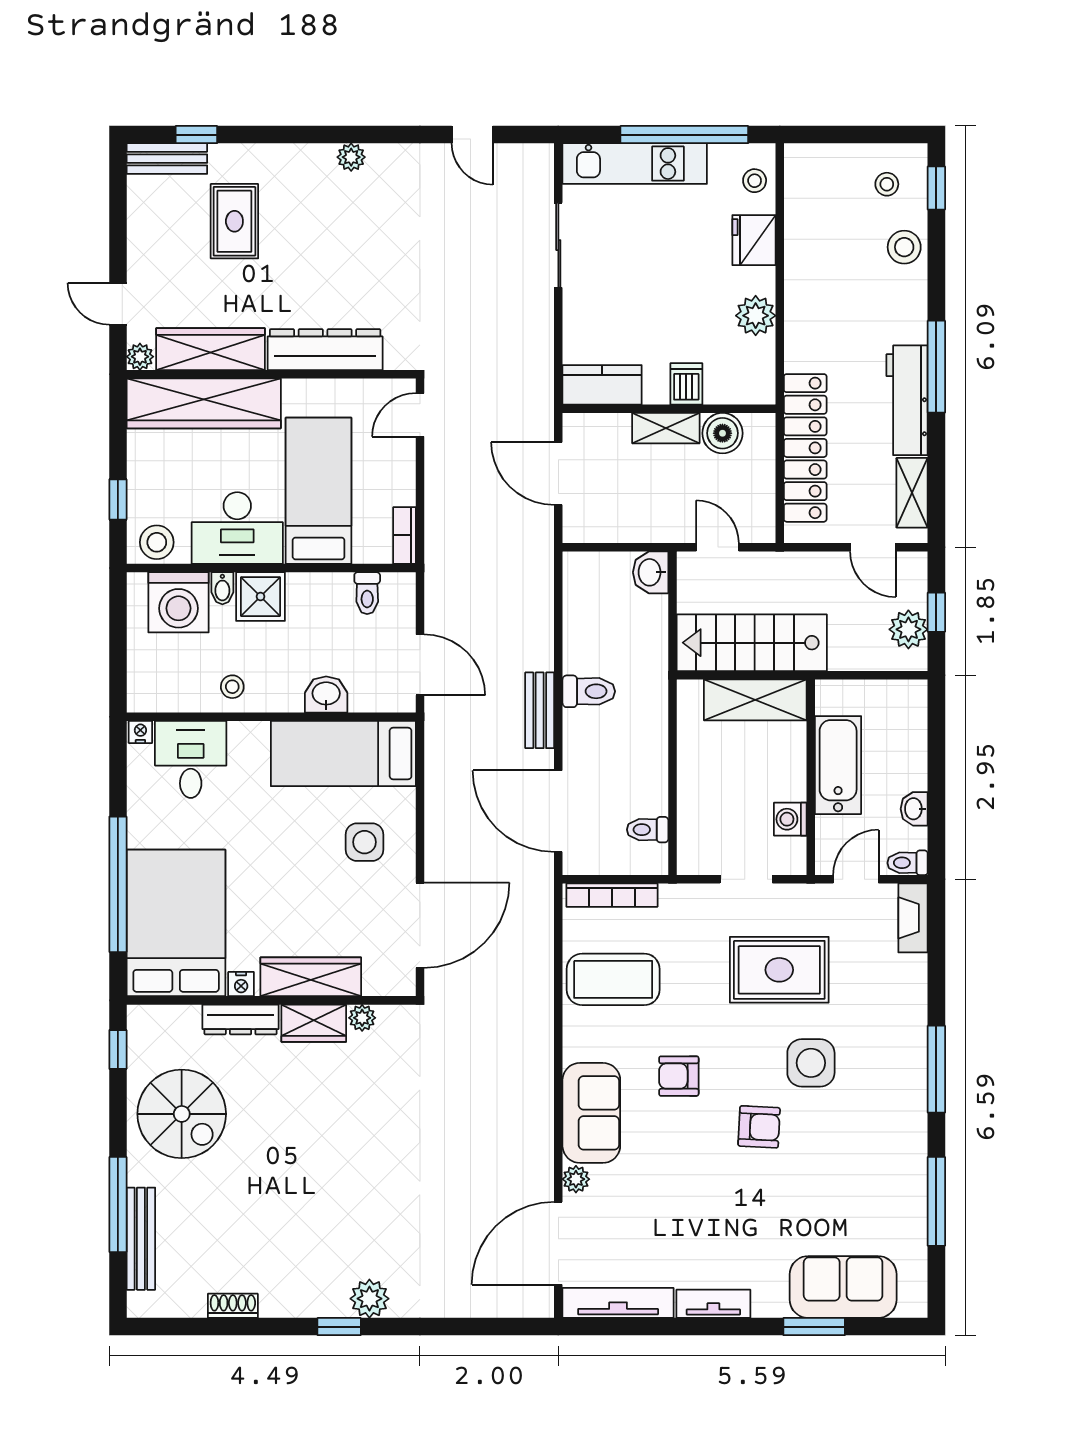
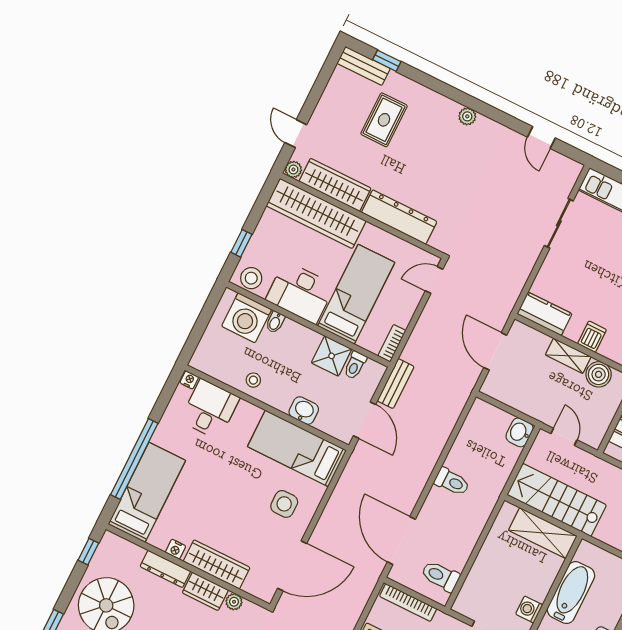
shower: (260, 597) -> (332, 356), moved
bench: (540, 710) -> (396, 384), moved
toilet: (648, 830) -> (440, 576), width x1.37, depth x1.39
bed: (176, 923) -> (147, 492), width x0.67

